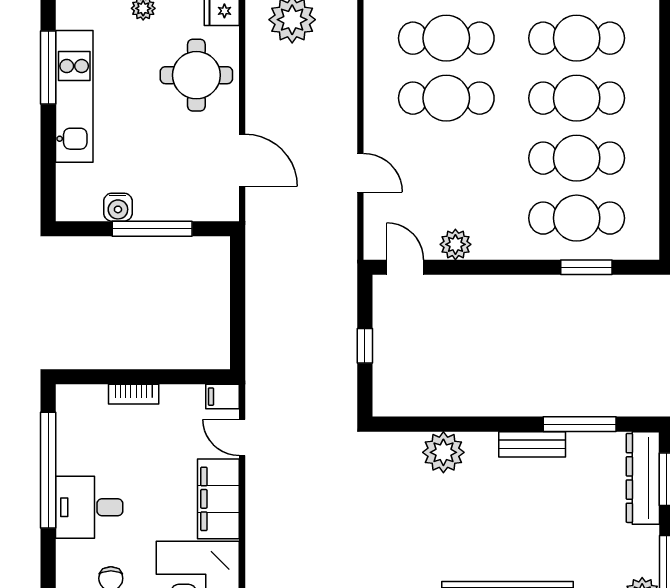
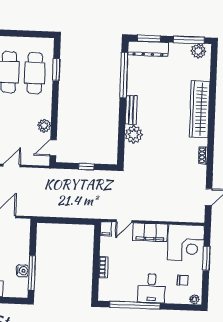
window: (152, 229) -> (32, 273), moved
window: (580, 424) -> (124, 75), width x1.46
bench: (532, 444) -> (131, 110), moved

